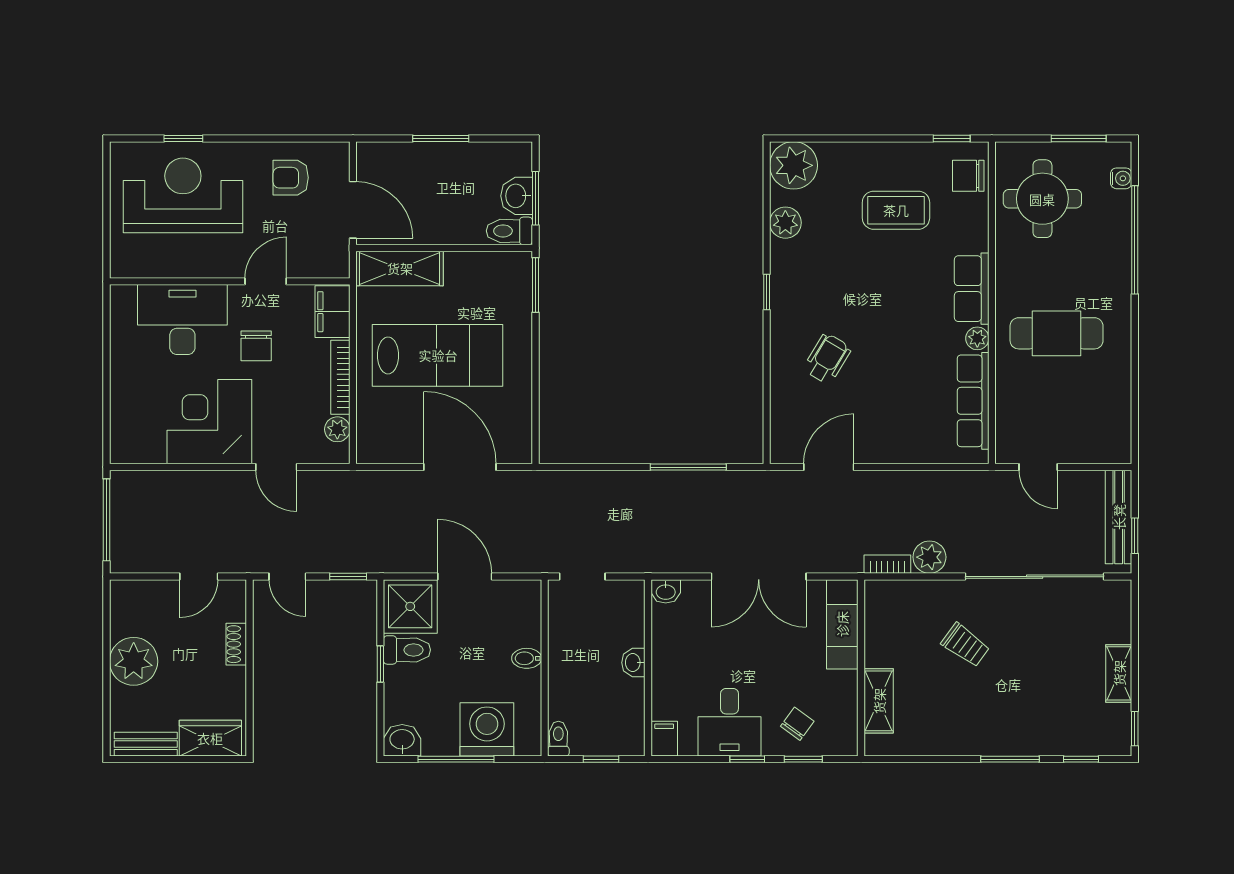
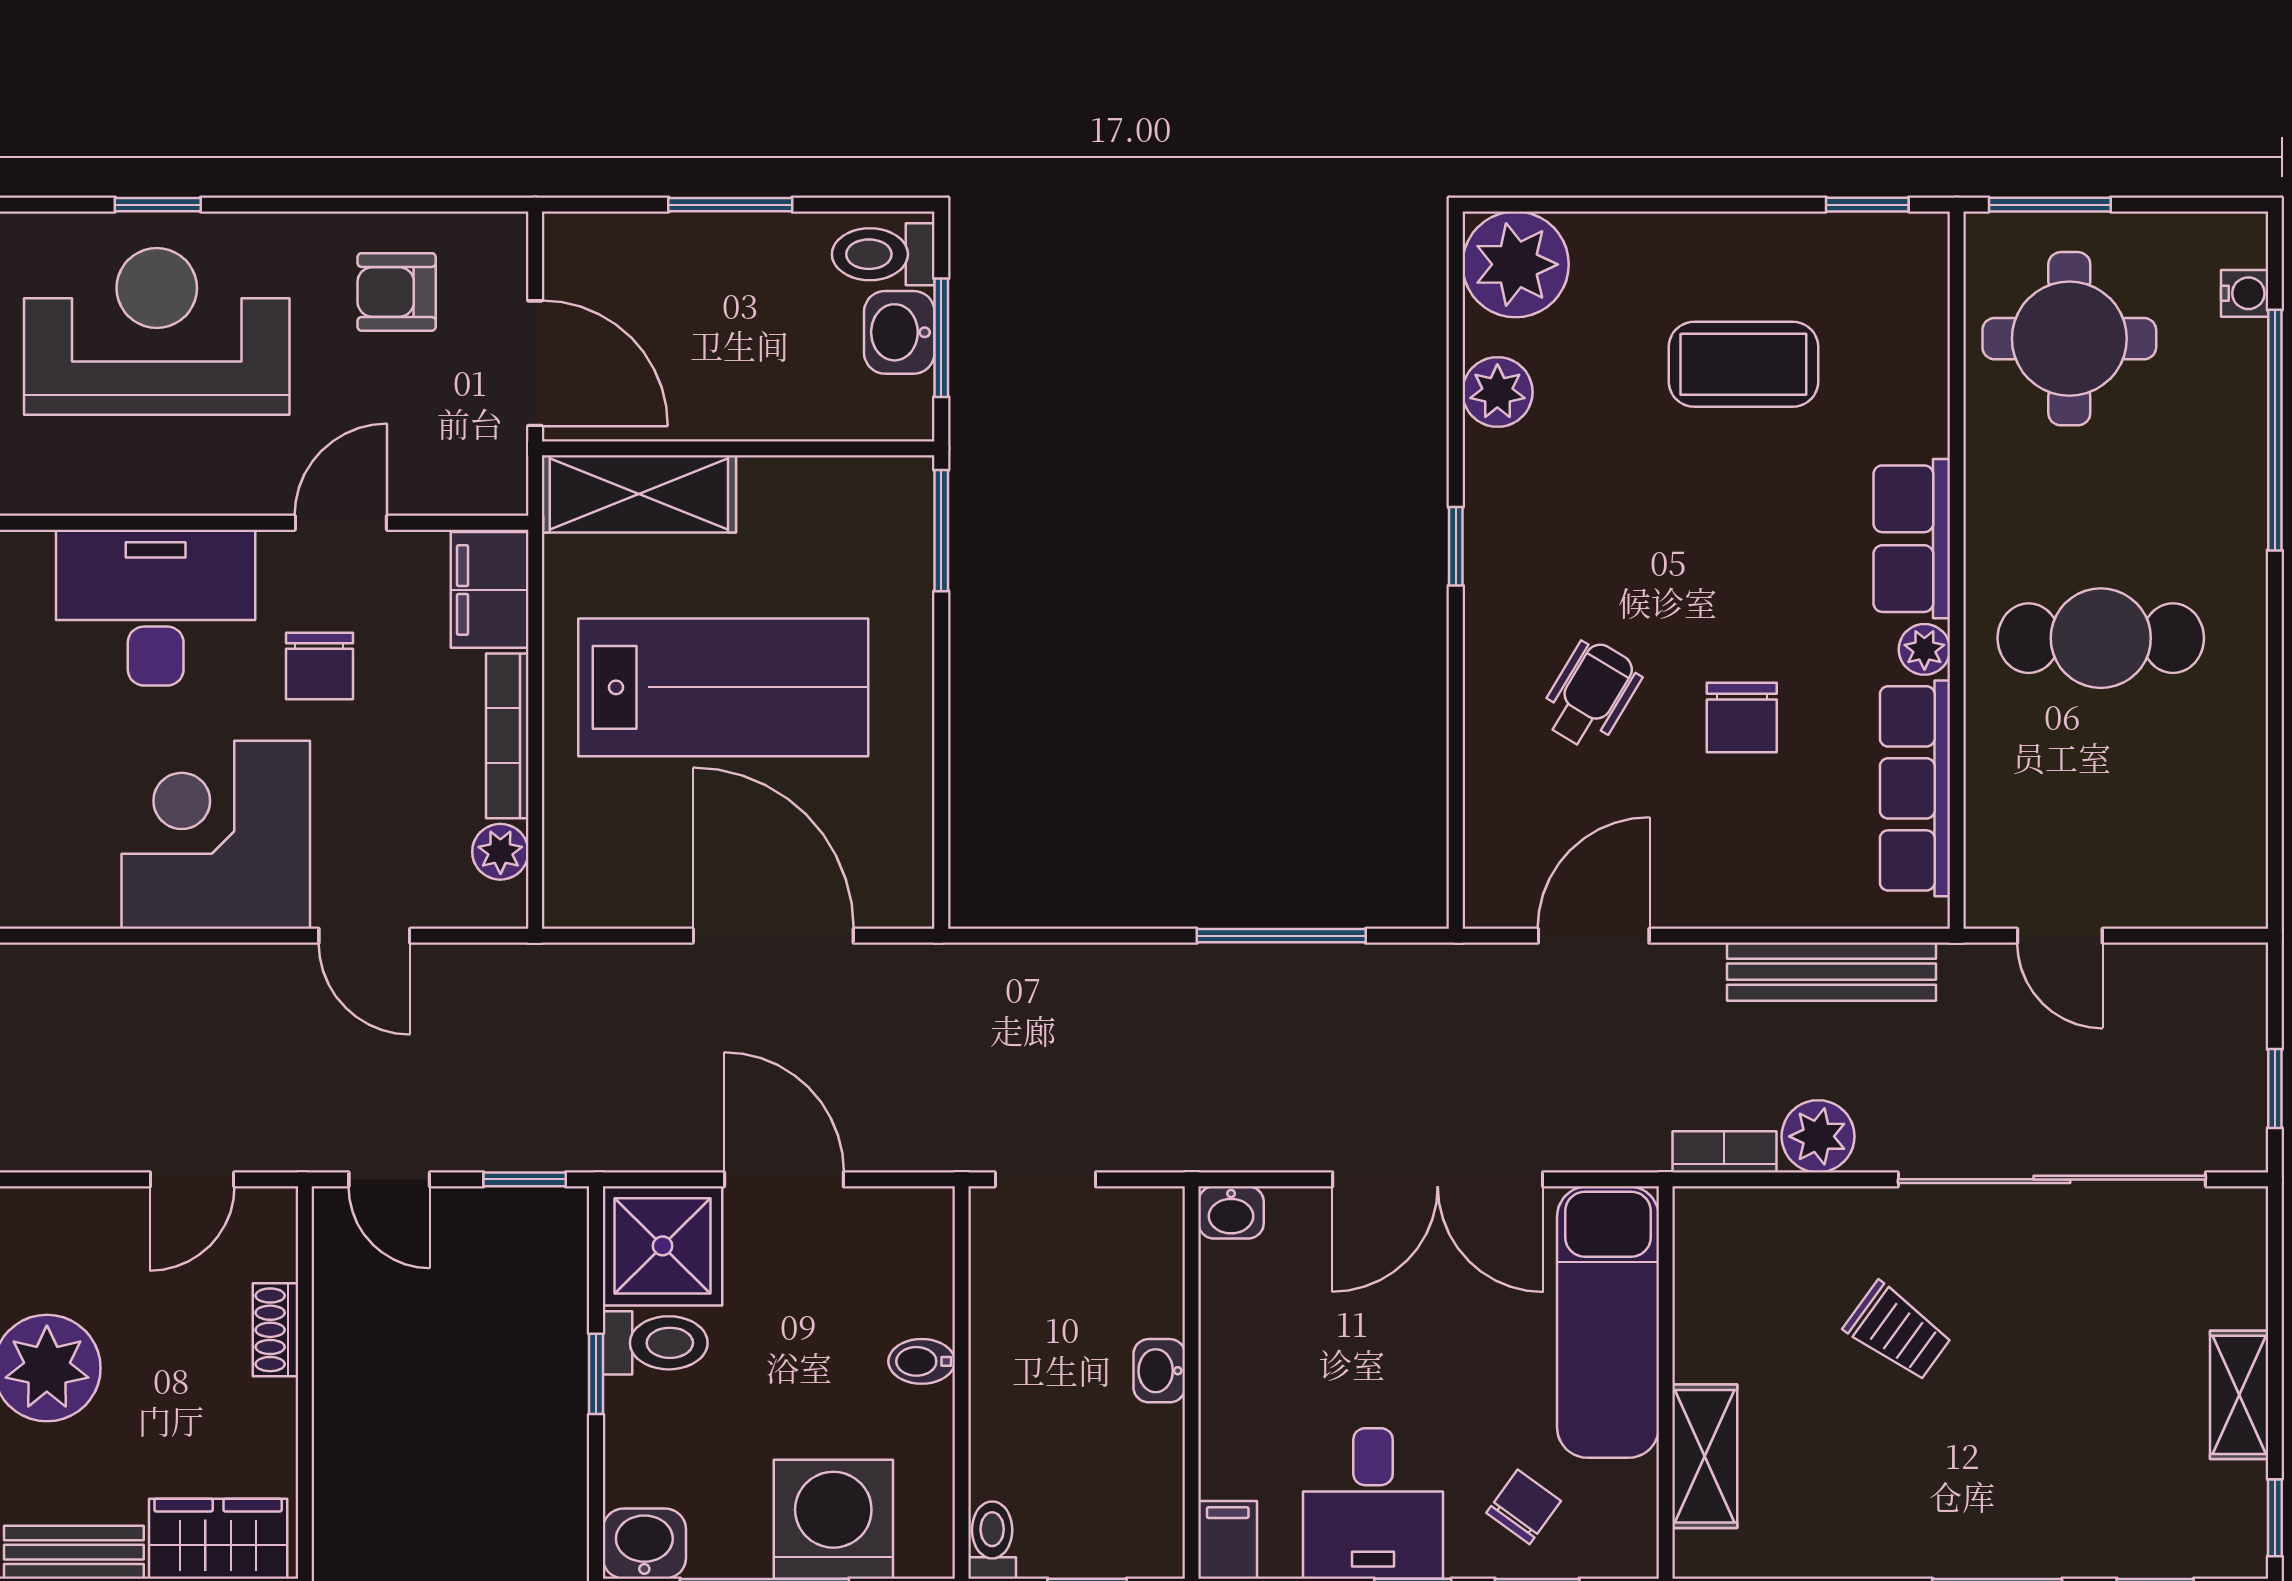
window: (1079, 138) -> (2050, 205), moved
chair: (968, 176) -> (1742, 718), moved, turned -90
toilet: (509, 231) -> (883, 254), moved
bench: (1119, 517) -> (1831, 972), moved, turned 90
exam couch: (842, 624) -> (1608, 1322), width x1.36, depth x1.45

